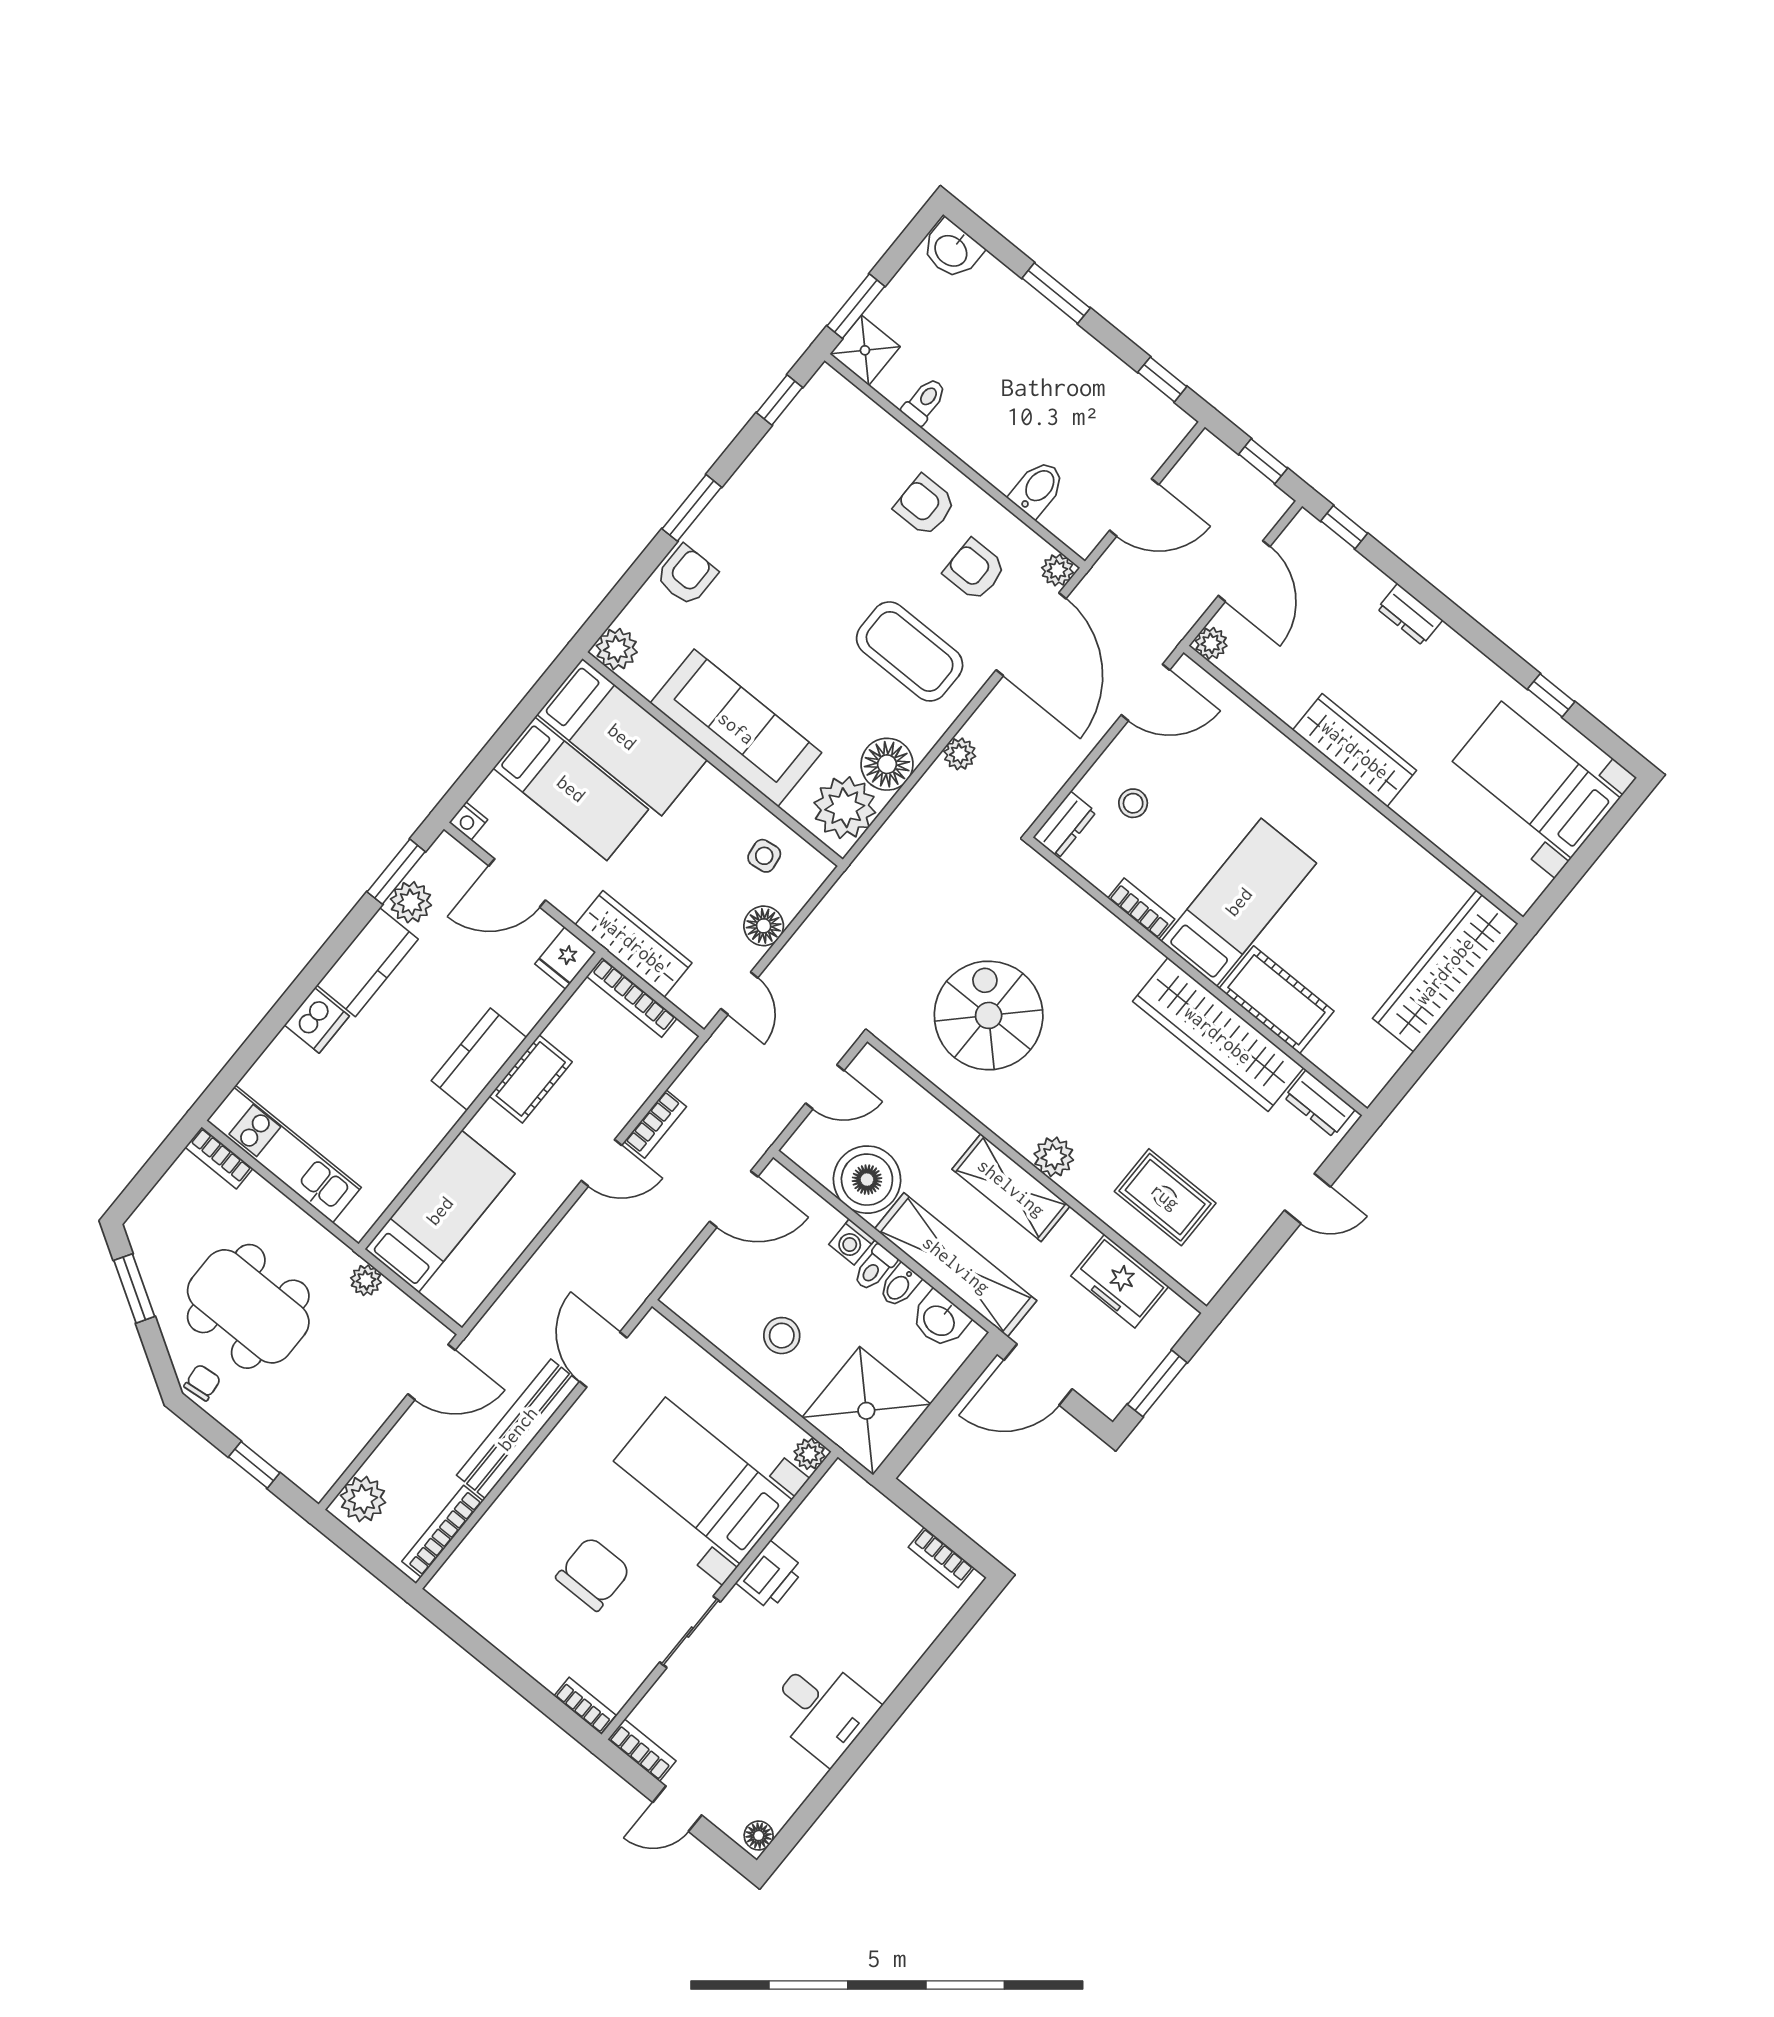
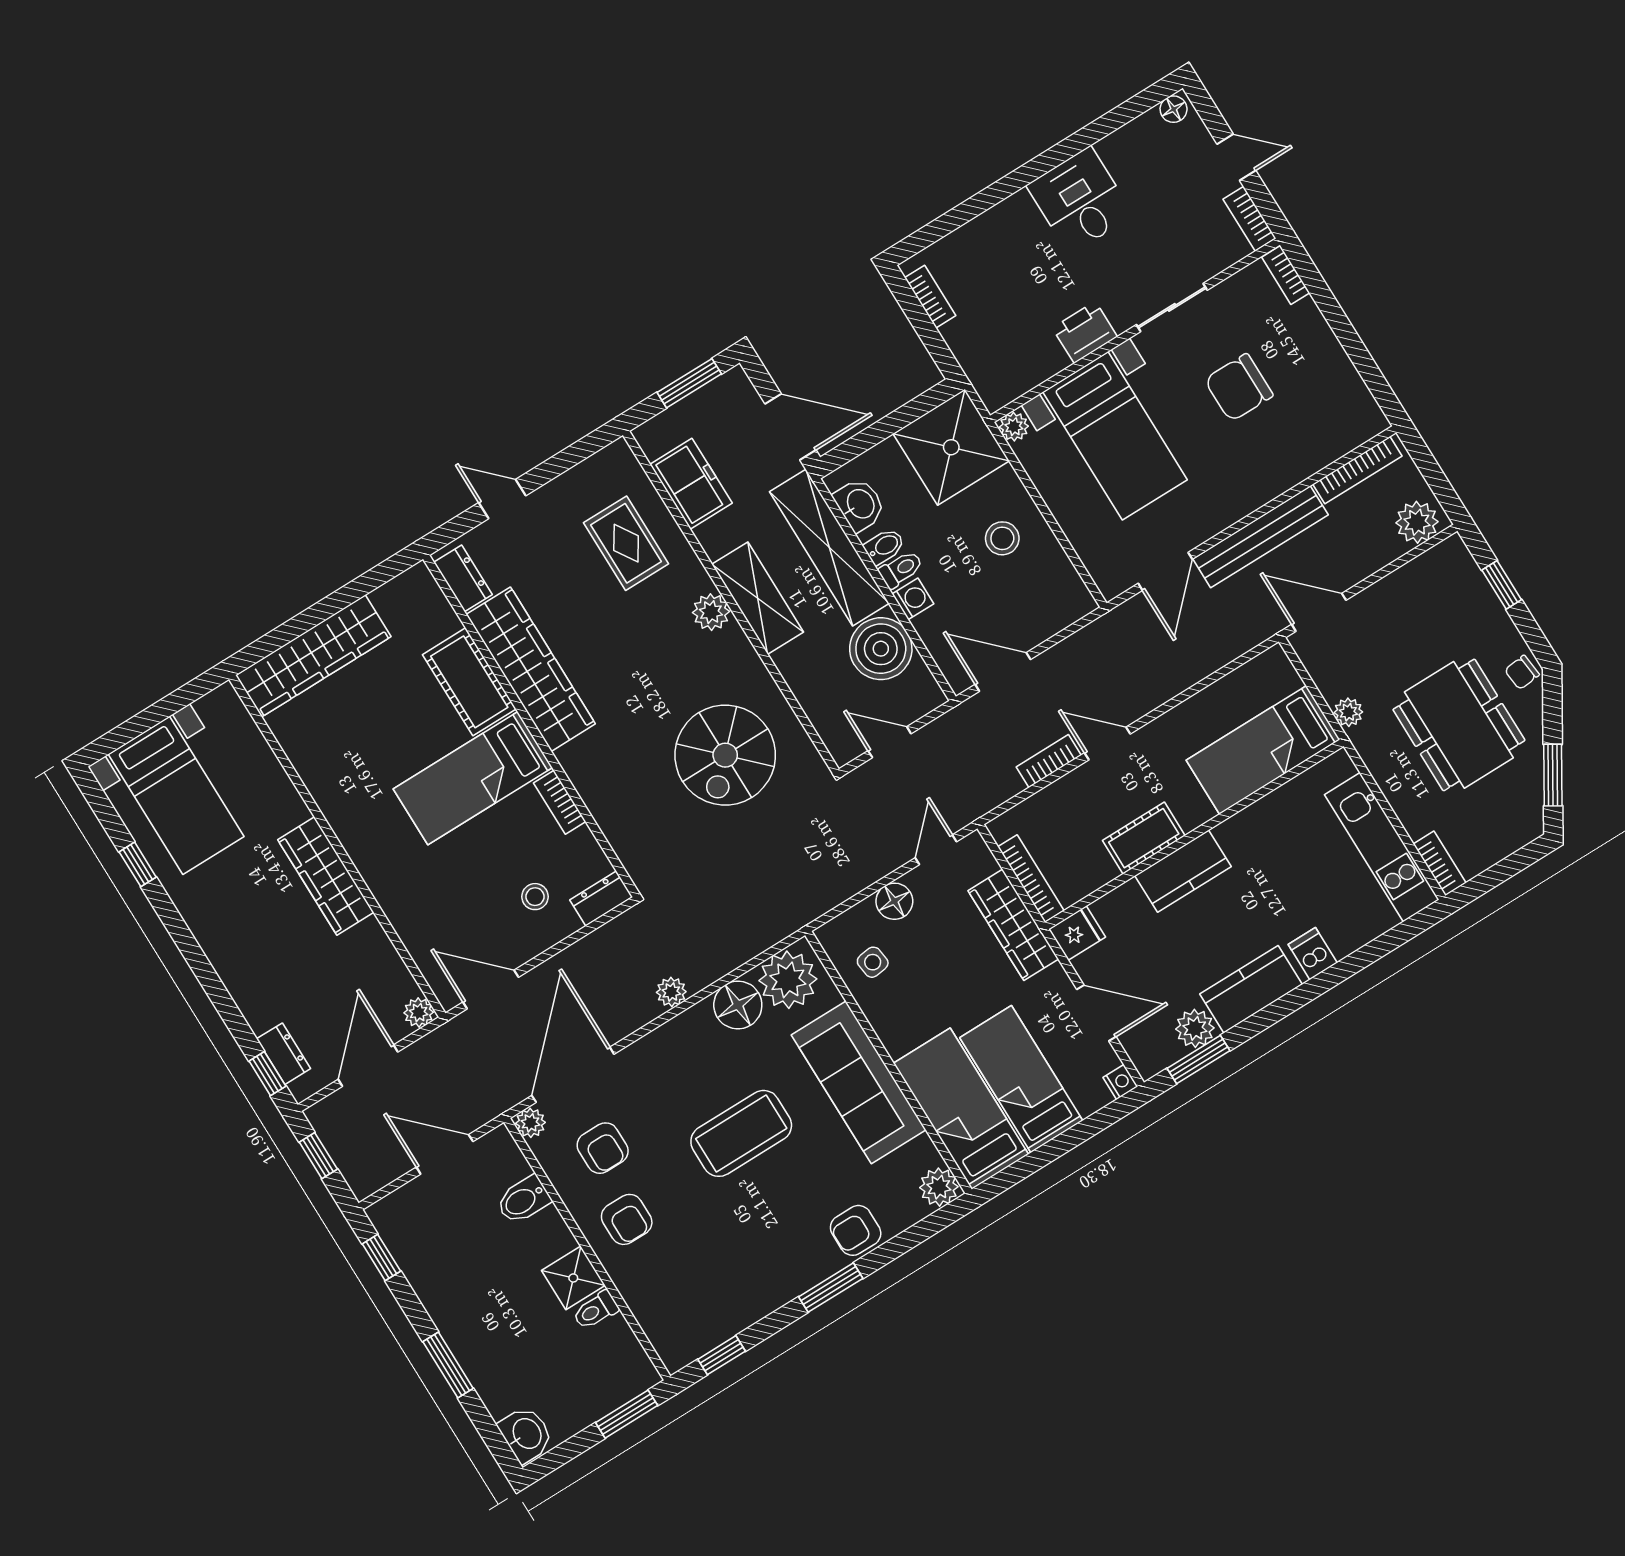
shower: (865, 350) -> (573, 1278), moved
dresser: (1410, 614) -> (284, 1054), moved
coffee table: (910, 651) -> (741, 1133), moved, turned 90
dishwasher: (317, 1021) -> (1313, 954), width x0.73

